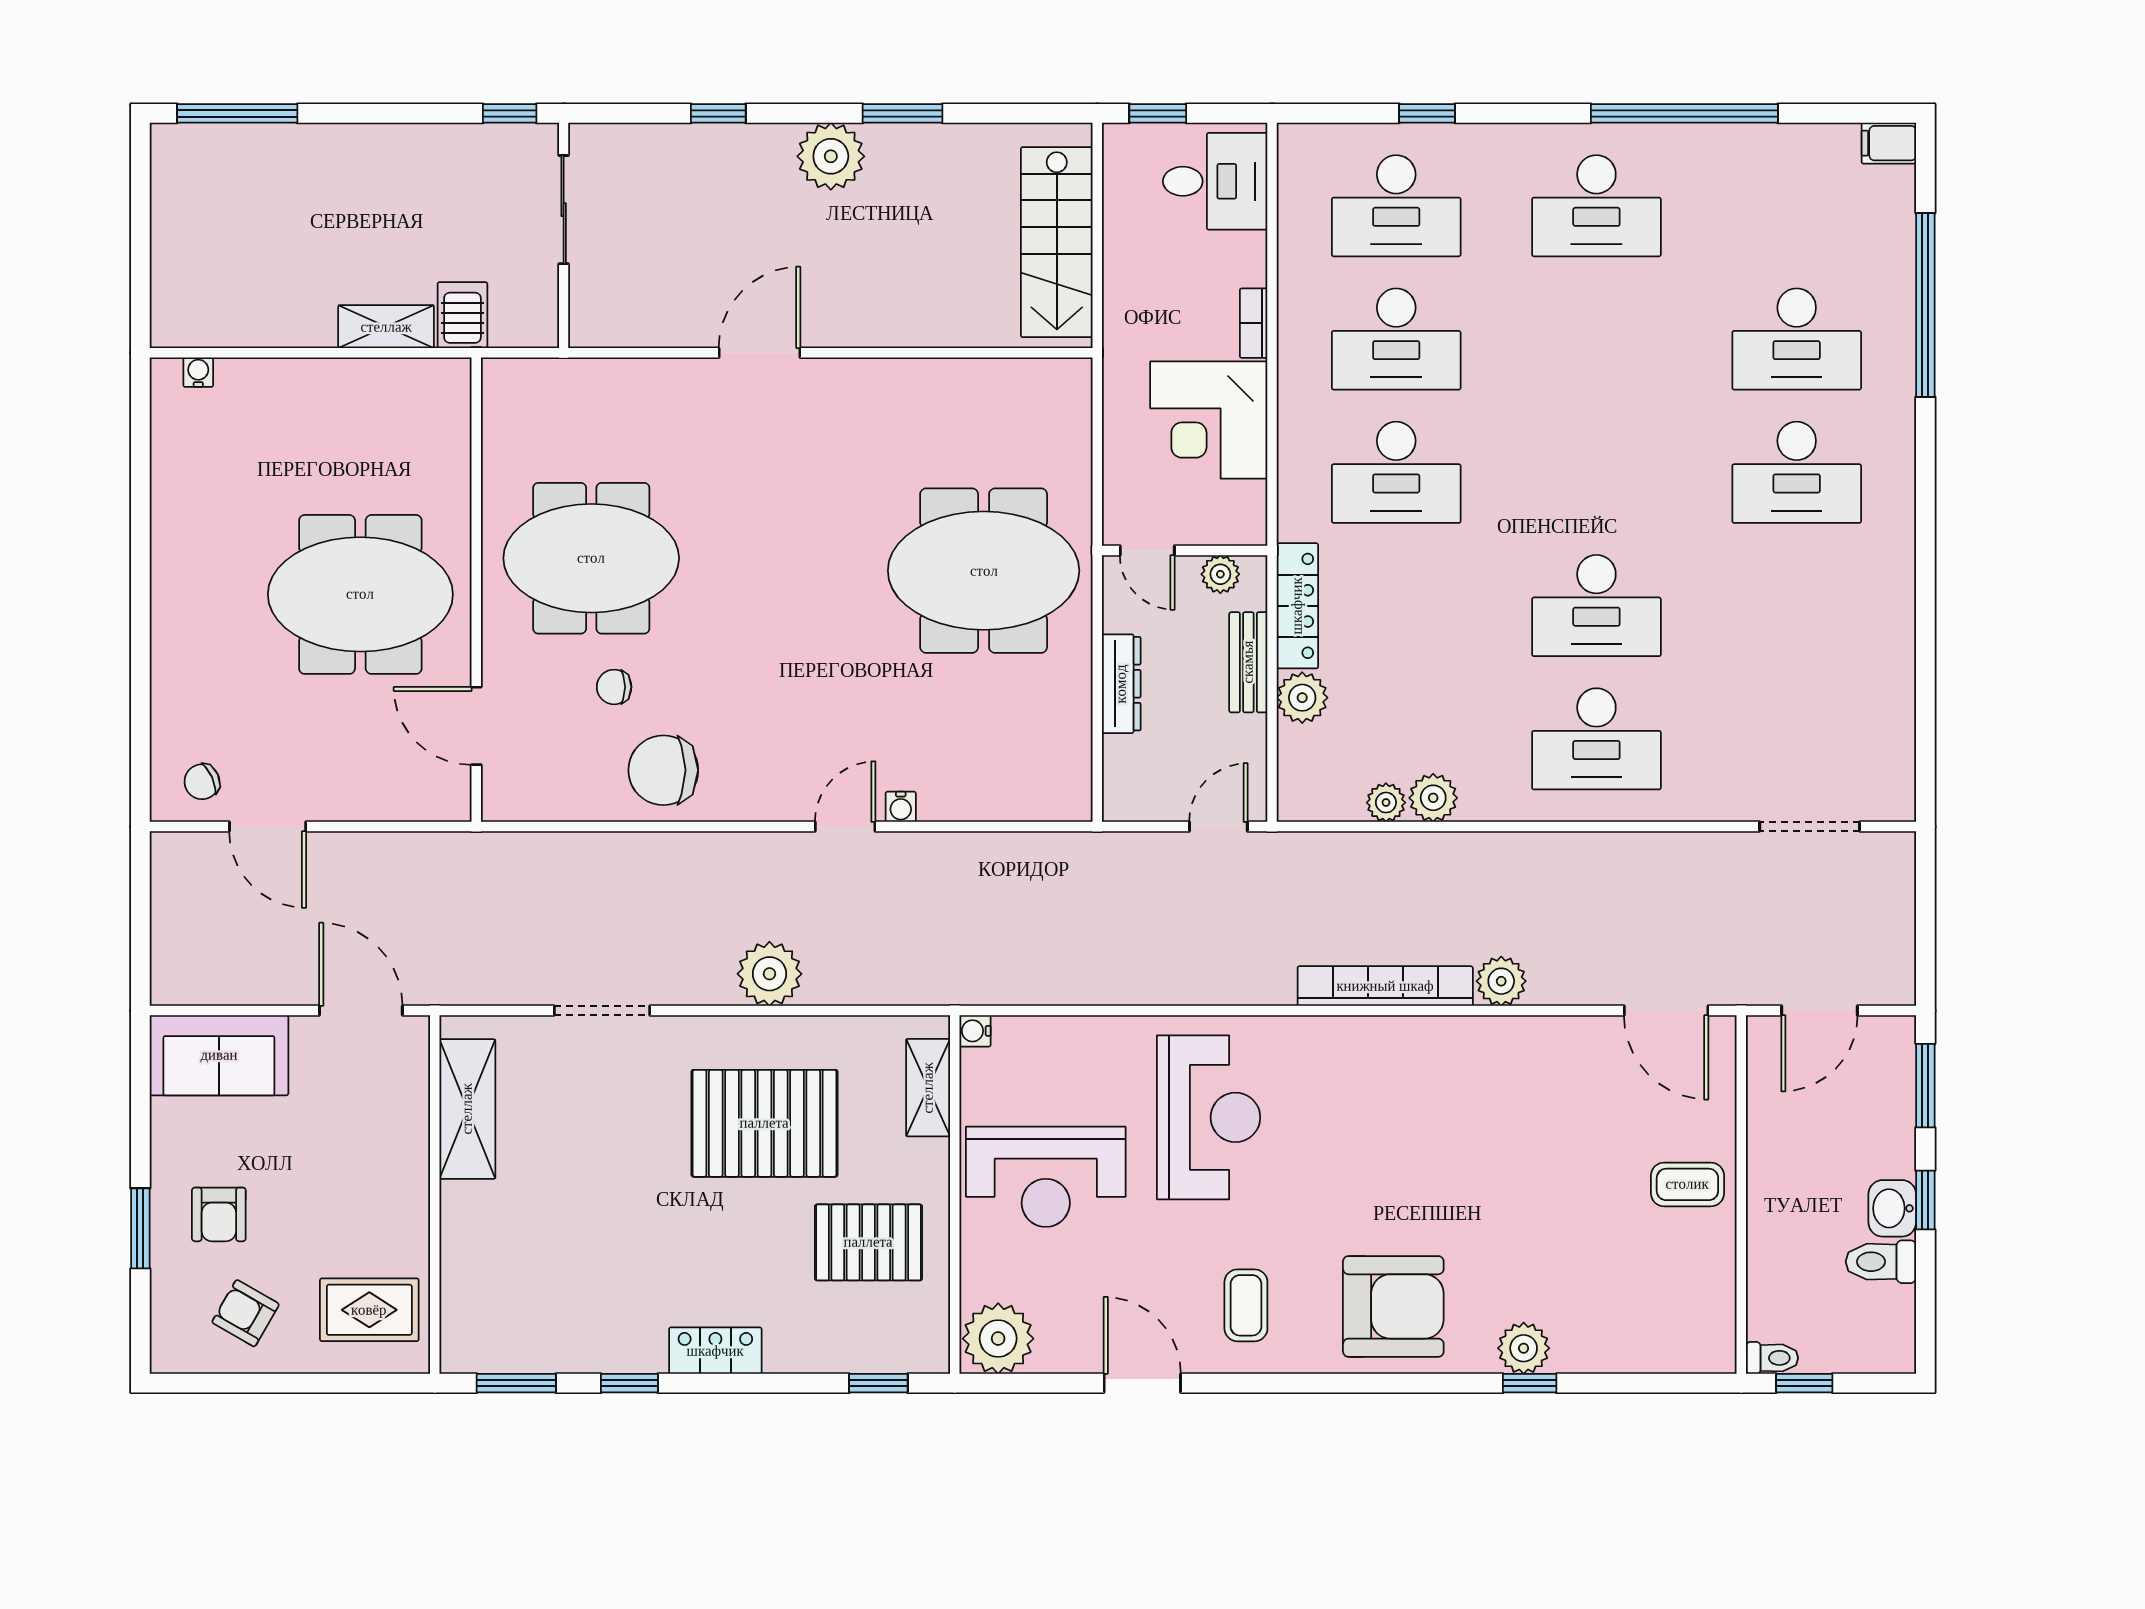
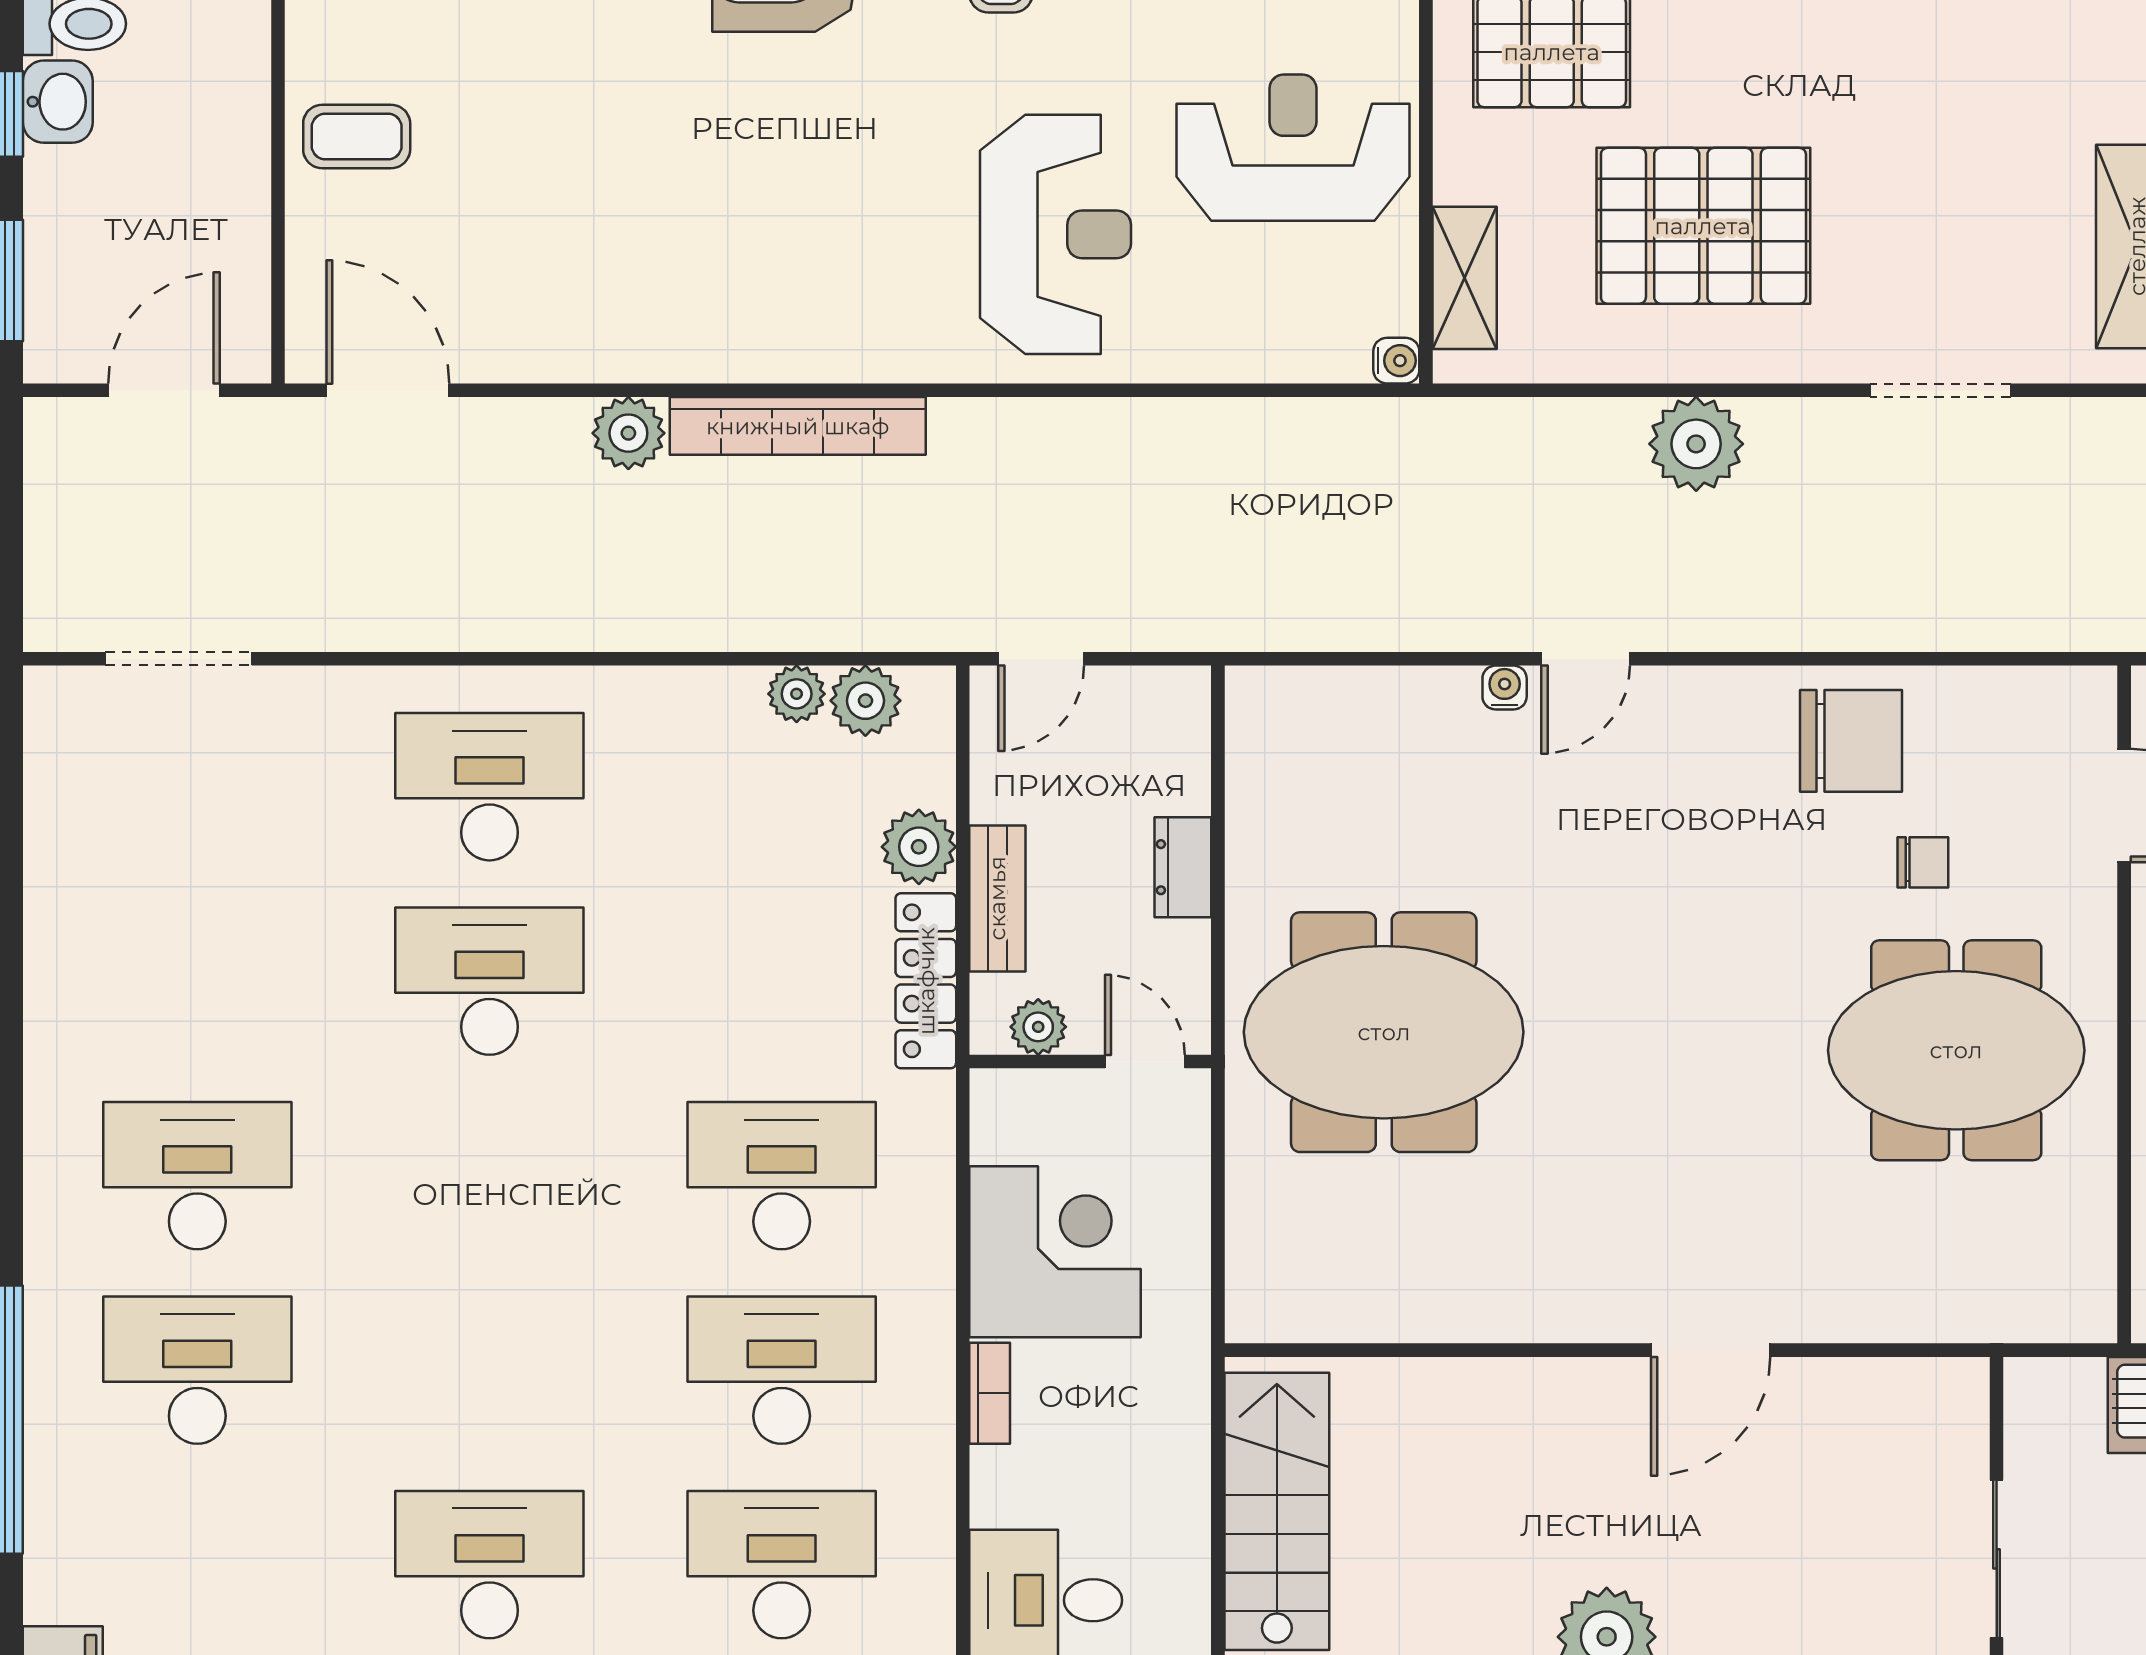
dresser: (1121, 684) -> (1183, 867), width x0.70
plant: (1433, 798) -> (865, 701), moved
reception desk: (1209, 1117) -> (1055, 234), turned 180

